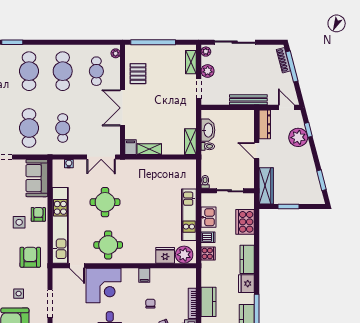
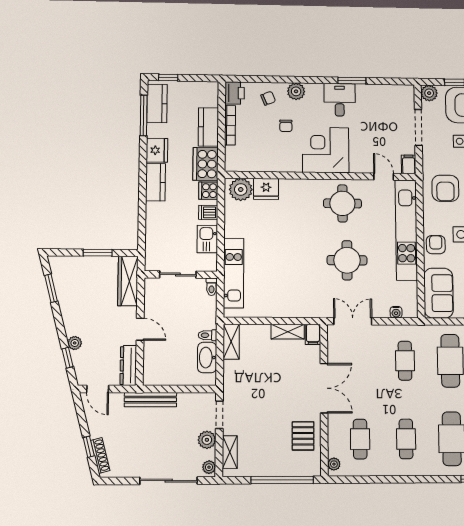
window: (292, 66) -> (89, 447), width x0.46
cafe table: (63, 71) -> (406, 439), width x0.73, depth x0.74
plant: (298, 137) -> (75, 343), width x0.53, depth x0.53
armchair: (38, 214) -> (436, 245), turned 180
kitchen unit: (189, 215) -> (234, 273), moved
cooker: (245, 222) -> (206, 164), moved, turned 180
filing cabinet: (144, 275) -> (409, 164), moved
corner desk: (103, 285) -> (326, 150), moved

